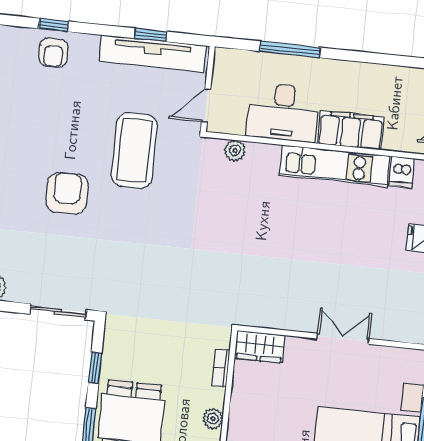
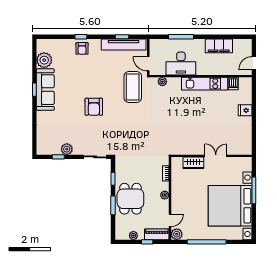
door: (206, 106) -> (148, 64), hinge flipped
filing cabinet: (351, 130) -> (219, 46), moved, turned 180
coffee table: (135, 150) -> (133, 87), moved
armchair: (67, 193) -> (94, 107), turned 180
wardrobe: (260, 347) -> (193, 163), moved

